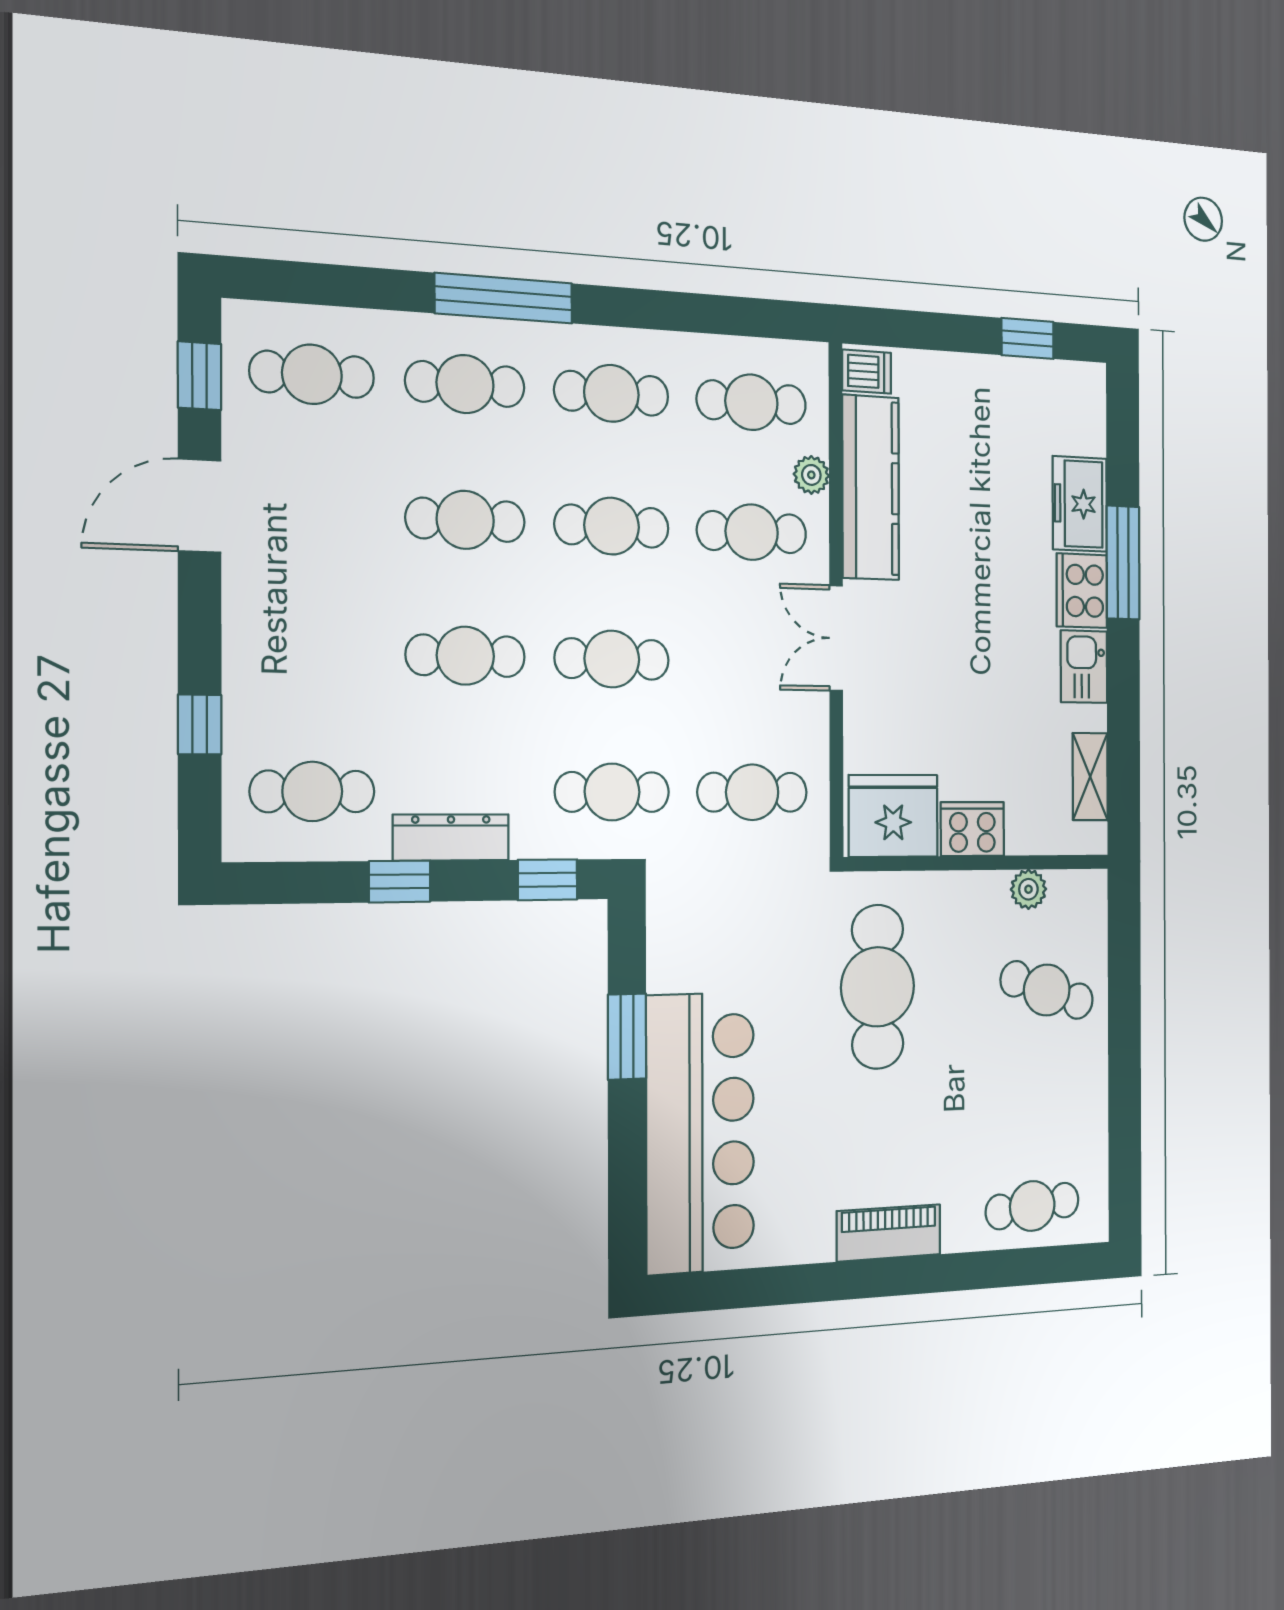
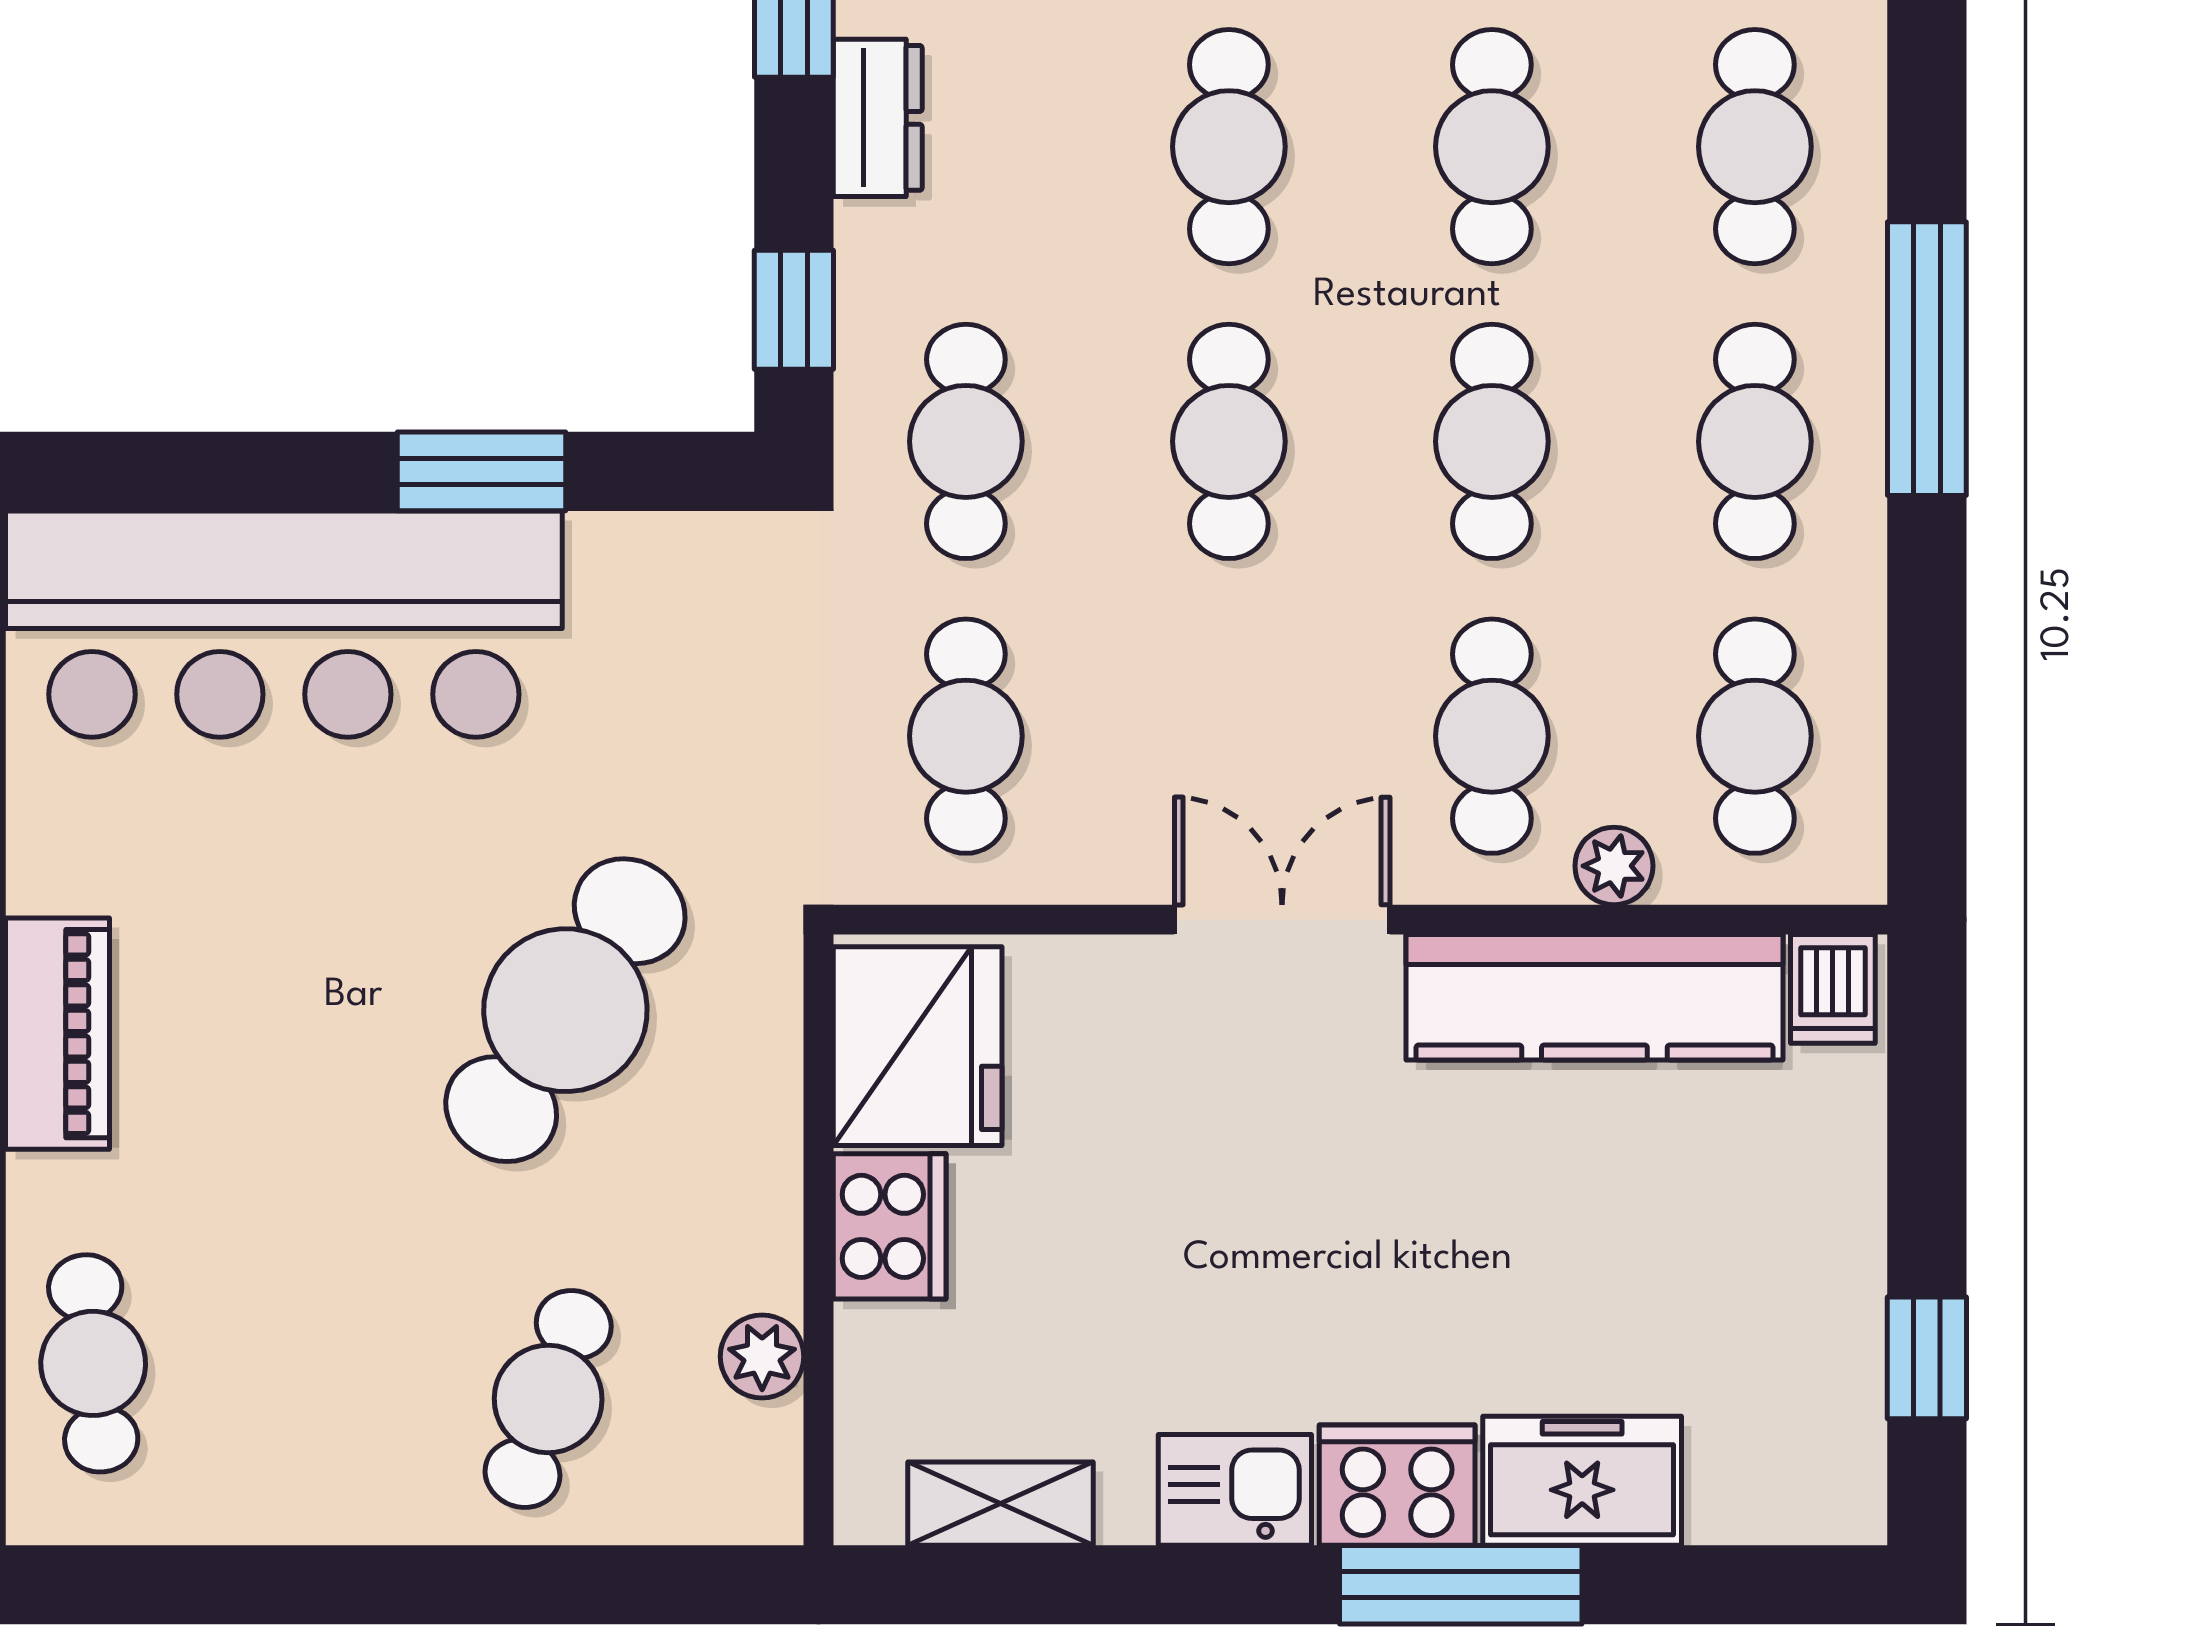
window: (504, 298) -> (1927, 359), moved
dresser: (451, 837) -> (878, 118), width x0.70
cafe table: (878, 987) -> (565, 1010), turned -57

